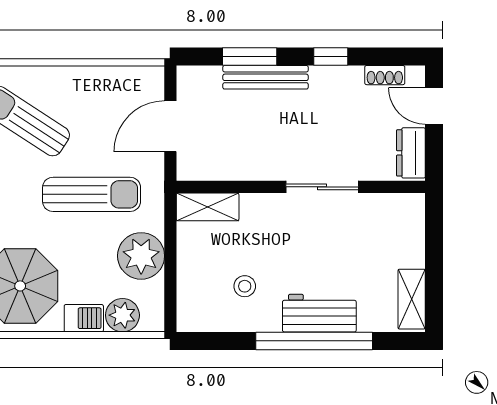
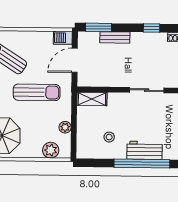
window: (250, 57) -> (99, 27), moved
bench: (266, 77) -> (115, 37), width x0.73
plant: (141, 256) -> (65, 127), width x0.53, depth x0.53
barbecue: (84, 318) -> (63, 38), moved, turned 180

